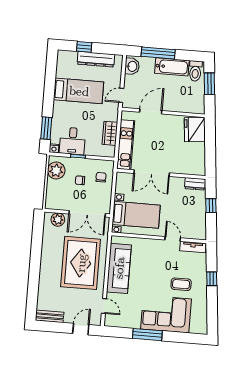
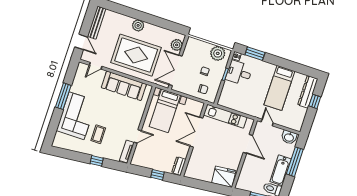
dresser: (96, 59) -> (308, 92), moved
wardrobe: (110, 133) -> (238, 105), removed
plant: (46, 269) -> (138, 25), added
bench: (50, 316) -> (97, 23), width x1.36

